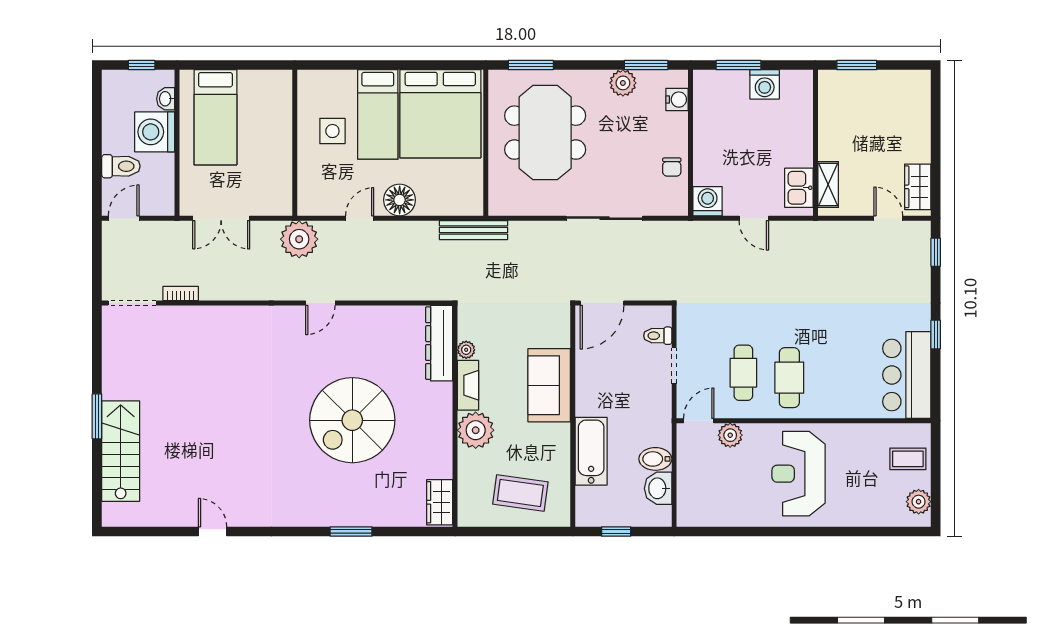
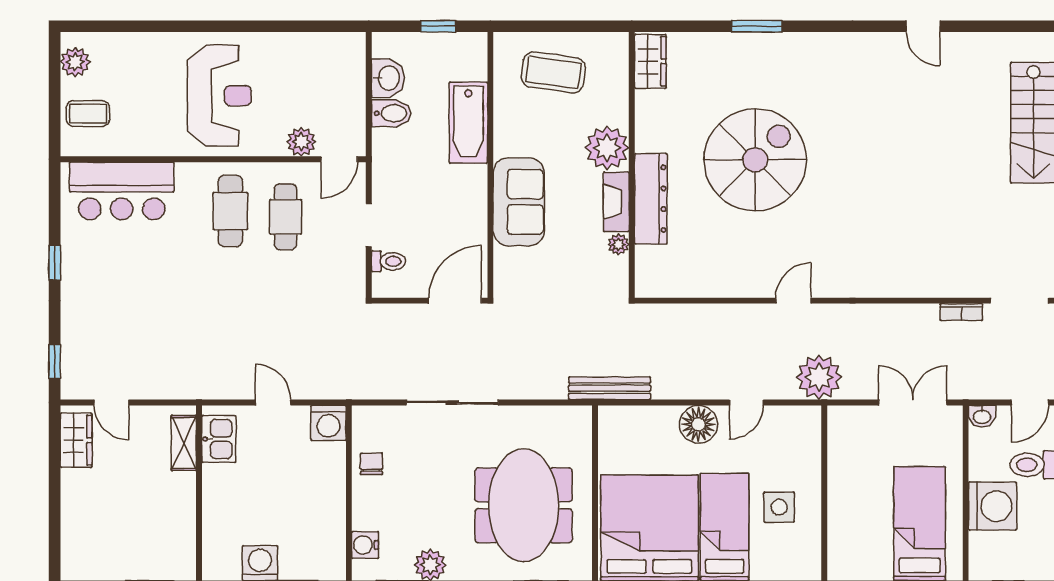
washbasin: (166, 99) -> (982, 416), moved, turned 90
dresser: (439, 343) -> (651, 199), moved
bar counter: (907, 375) -> (122, 191), moved, turned 90

